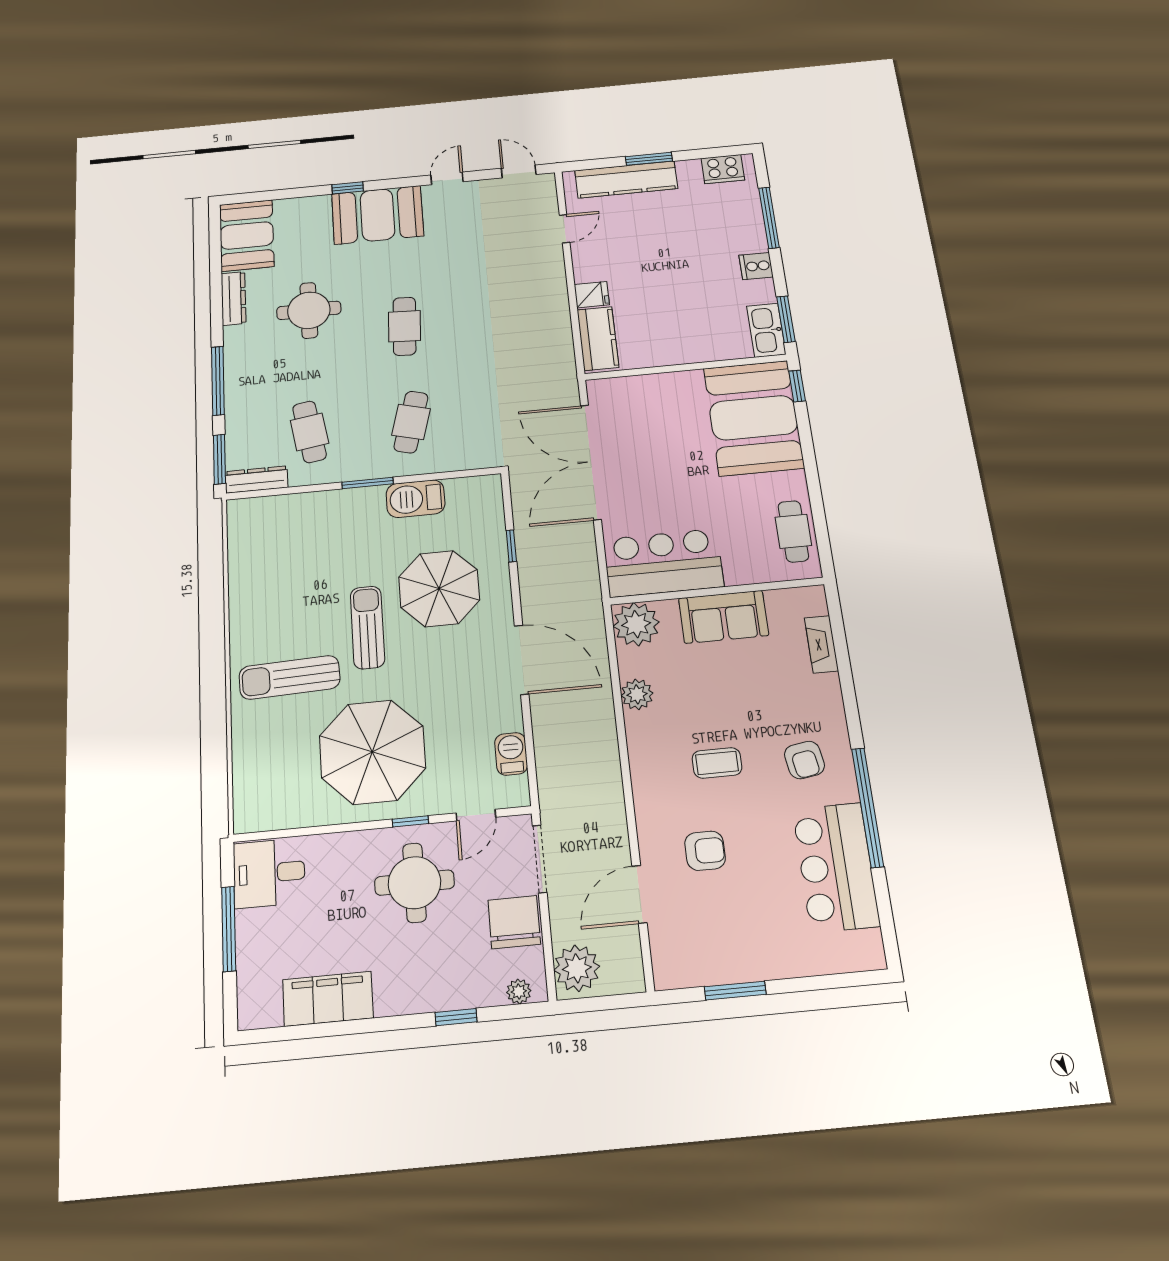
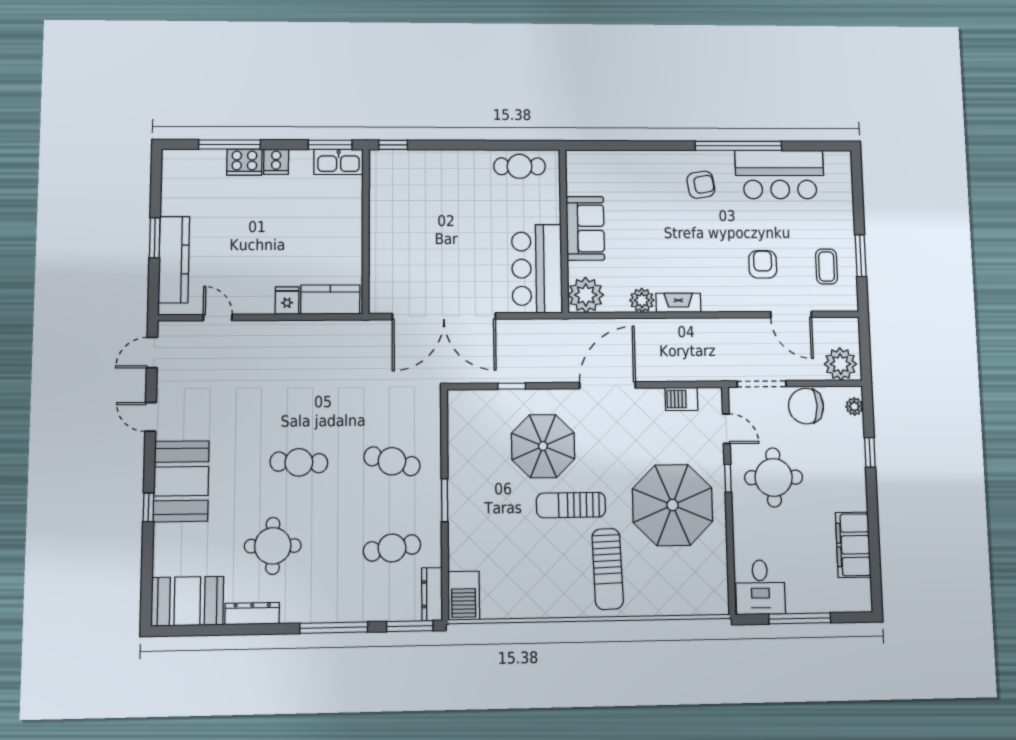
cooker: (723, 169) -> (244, 162), moved, turned 90
booth: (754, 418) -> (418, 183), removed
barbecue: (416, 499) -> (464, 596), moved
fireplace: (821, 644) -> (678, 303), moved, turned 180
coffee table: (717, 763) -> (826, 267), moved

